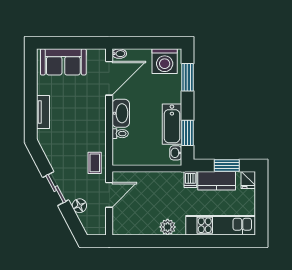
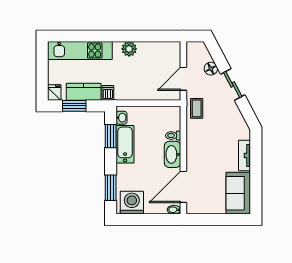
sofa: (63, 62) -> (238, 193), moved, turned -90

